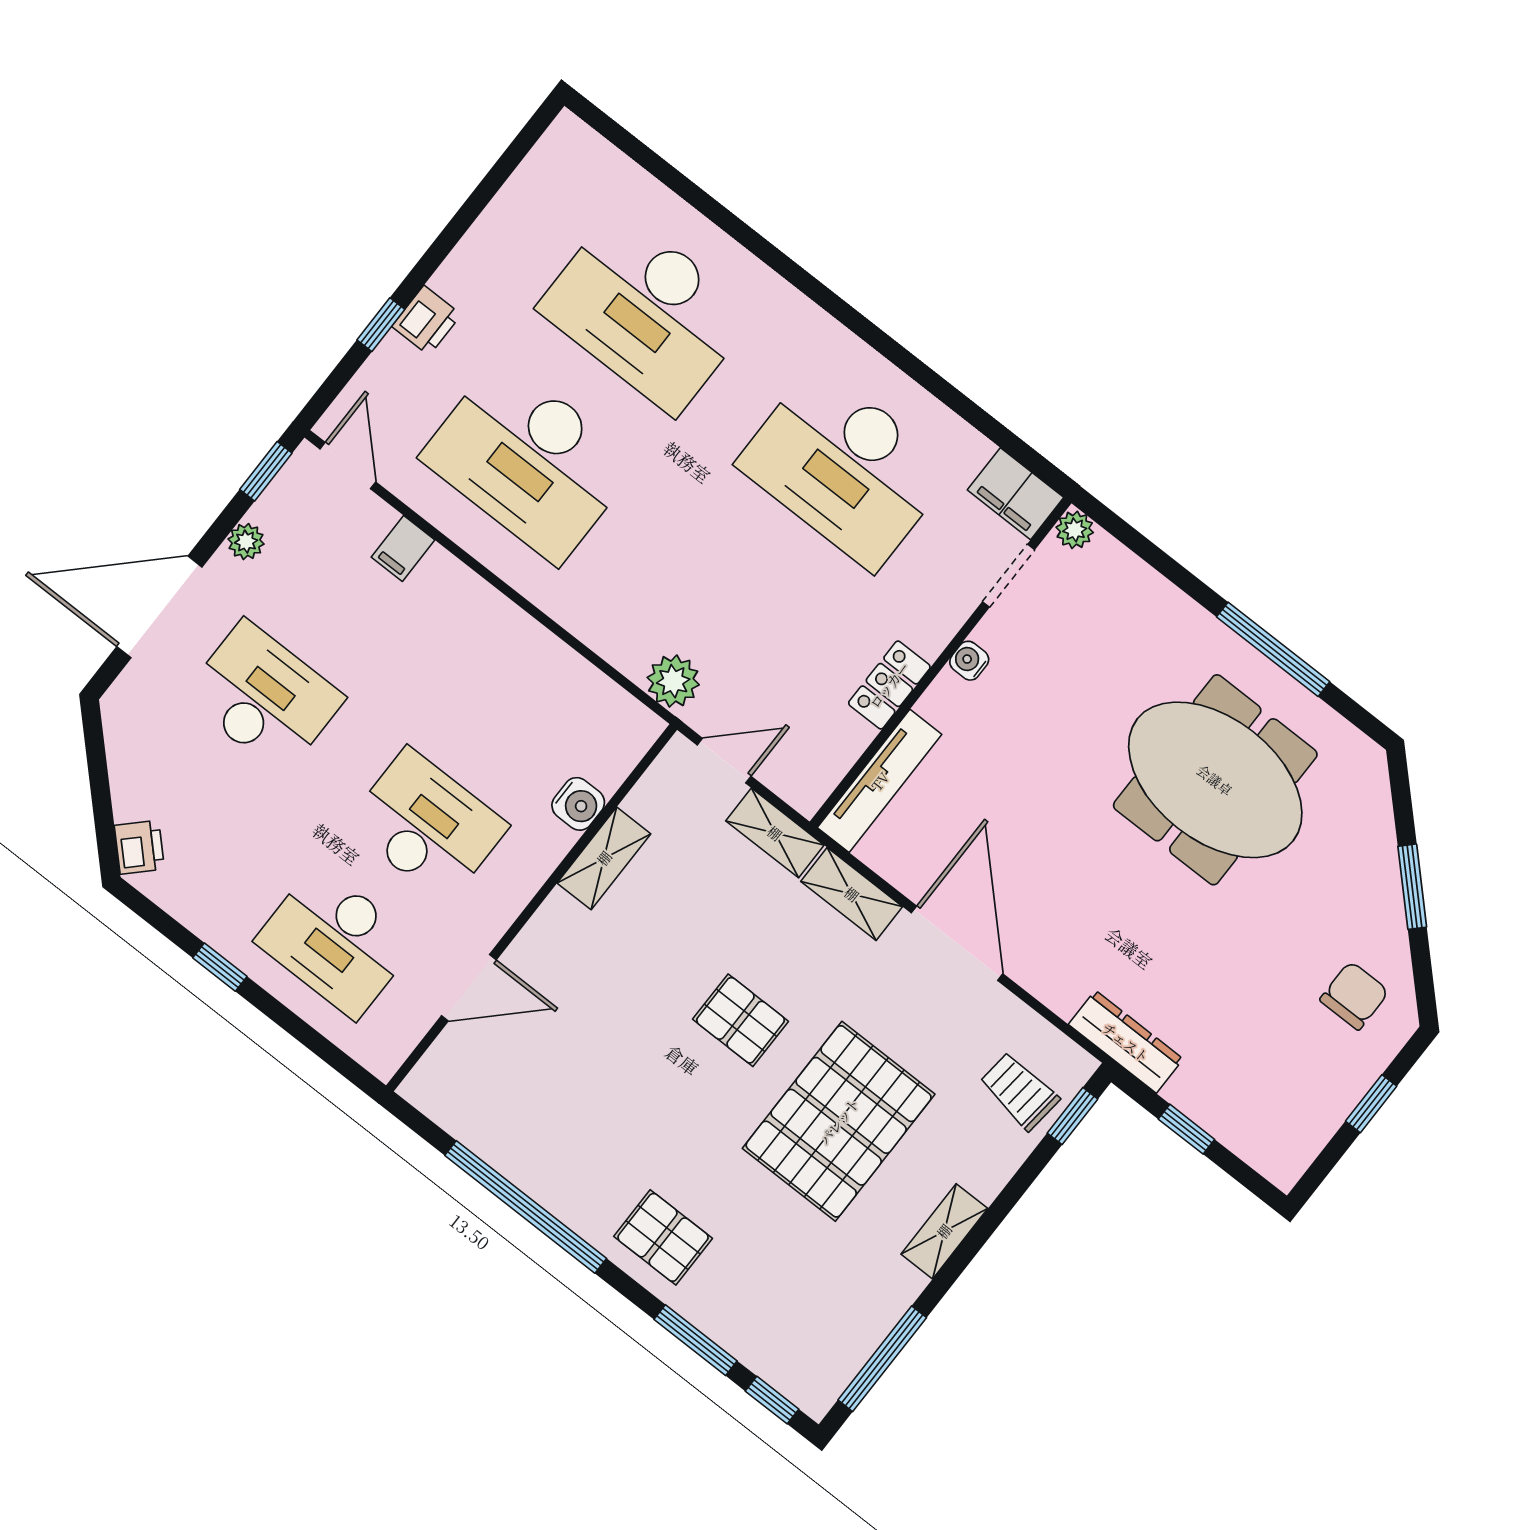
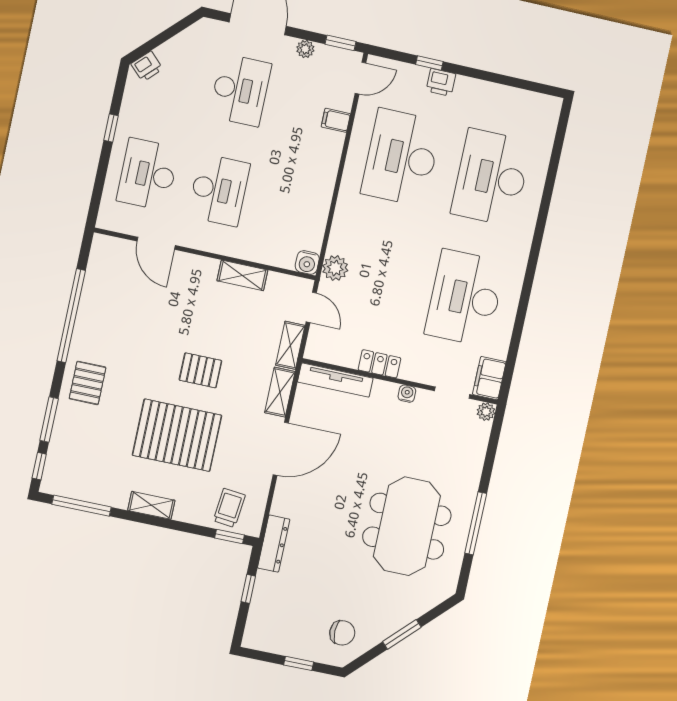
water cooler: (578, 804) -> (307, 262), moved
pallet: (741, 1020) -> (200, 370), turned 90

